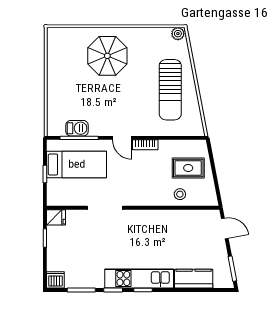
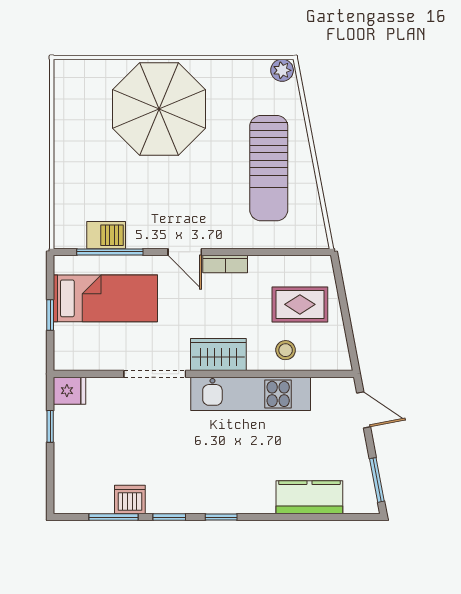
parasol: (107, 56) -> (159, 109), width x1.36, depth x1.36
wardrobe: (141, 197) -> (218, 355), added
kitchen unit: (139, 278) -> (251, 394), moved, turned 180
dishwasher: (55, 280) -> (130, 500), moved

